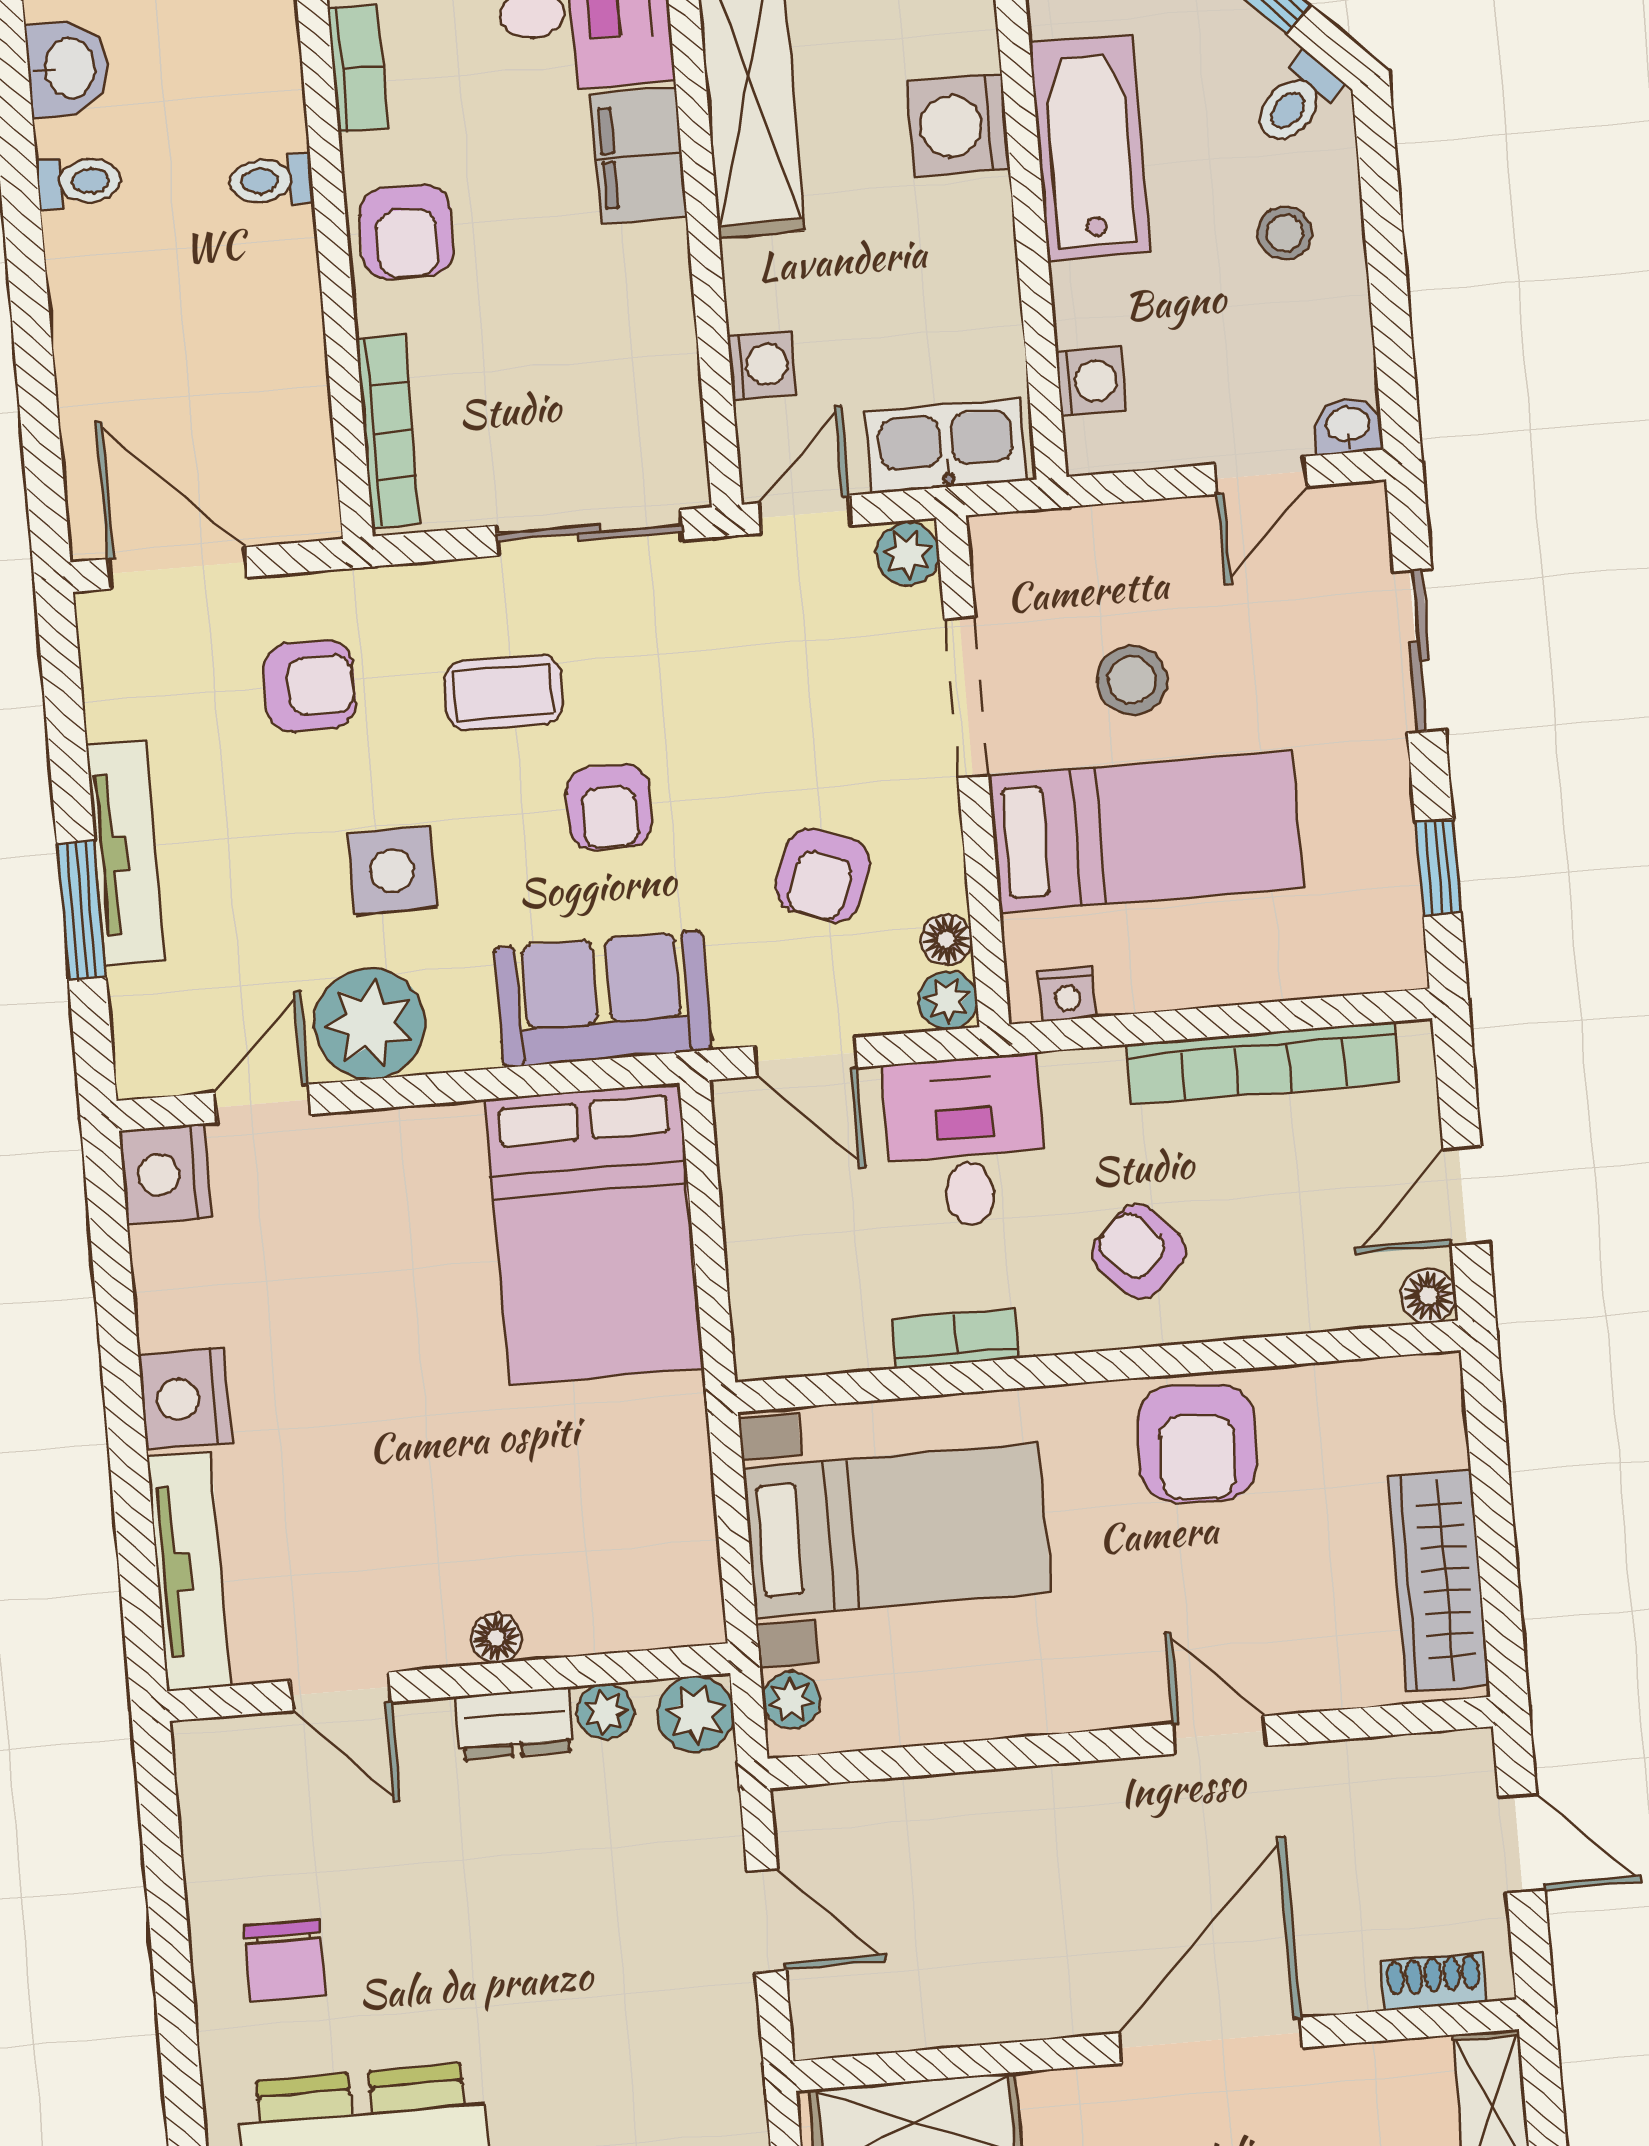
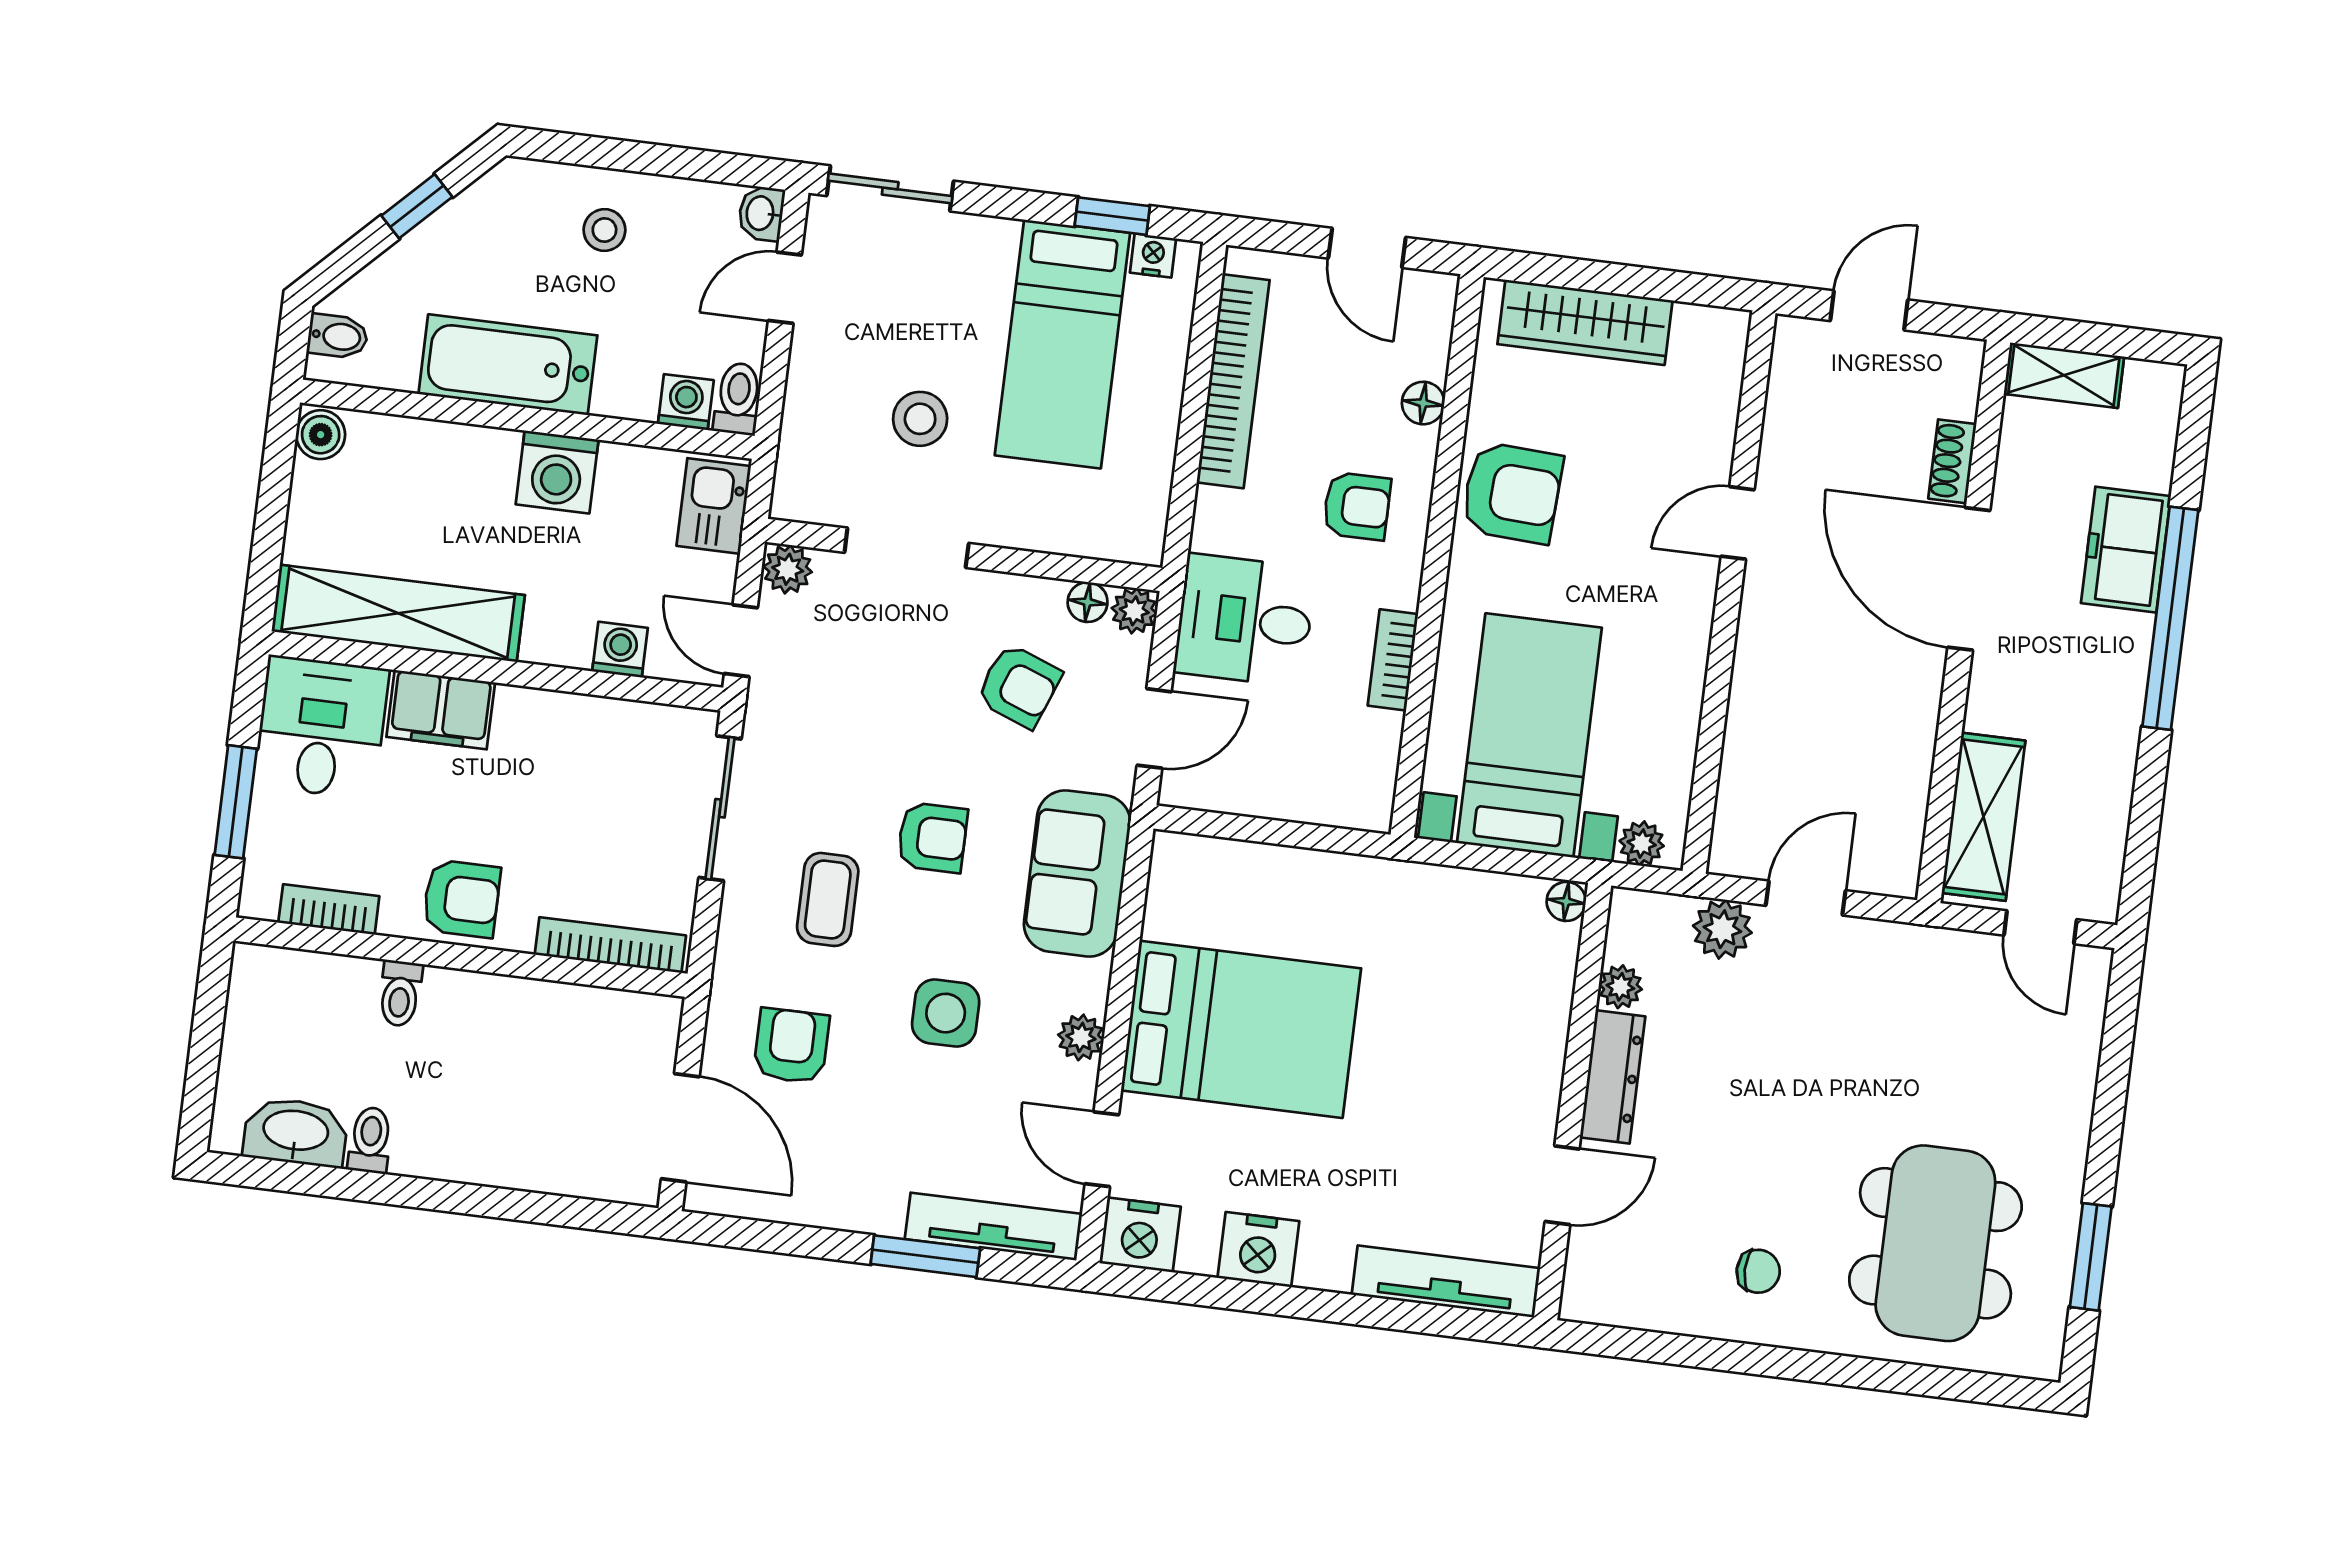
washbasin: (68, 68) -> (296, 1132), width x1.38
toilet: (1296, 101) -> (738, 399), moved, turned -135
washing machine: (959, 125) -> (557, 472), moved
kitchen sink: (946, 446) -> (714, 506), width x0.73
door: (1261, 475) -> (785, 288), swing flipped
door: (177, 568) -> (680, 1128), swing flipped
sliding door: (1419, 651) -> (890, 188), moved
bed: (1146, 832) -> (1062, 344), moved, turned 180
tv unit: (125, 853) -> (993, 1227), moved
nightstand: (1067, 994) -> (1153, 256), moved, turned -90
plant: (370, 1024) -> (1081, 1037), width x0.53, depth x0.53
bed: (593, 1234) -> (1241, 1029), moved
armchair: (1139, 1252) -> (1357, 506), turned -136
floor lamp: (1429, 1296) -> (1423, 403), moved
nightstand: (185, 1399) -> (1258, 1250), moved
wardrobe: (1439, 1581) -> (1585, 322), moved
floor lamp: (496, 1638) -> (1566, 901), moved
plant: (696, 1714) -> (1722, 929), moved
dresser: (515, 1724) -> (1613, 1077), width x1.44
chair: (285, 1961) -> (1758, 1271), width x0.73, depth x0.73
shoe rack: (1434, 1982) -> (1952, 461), moved

